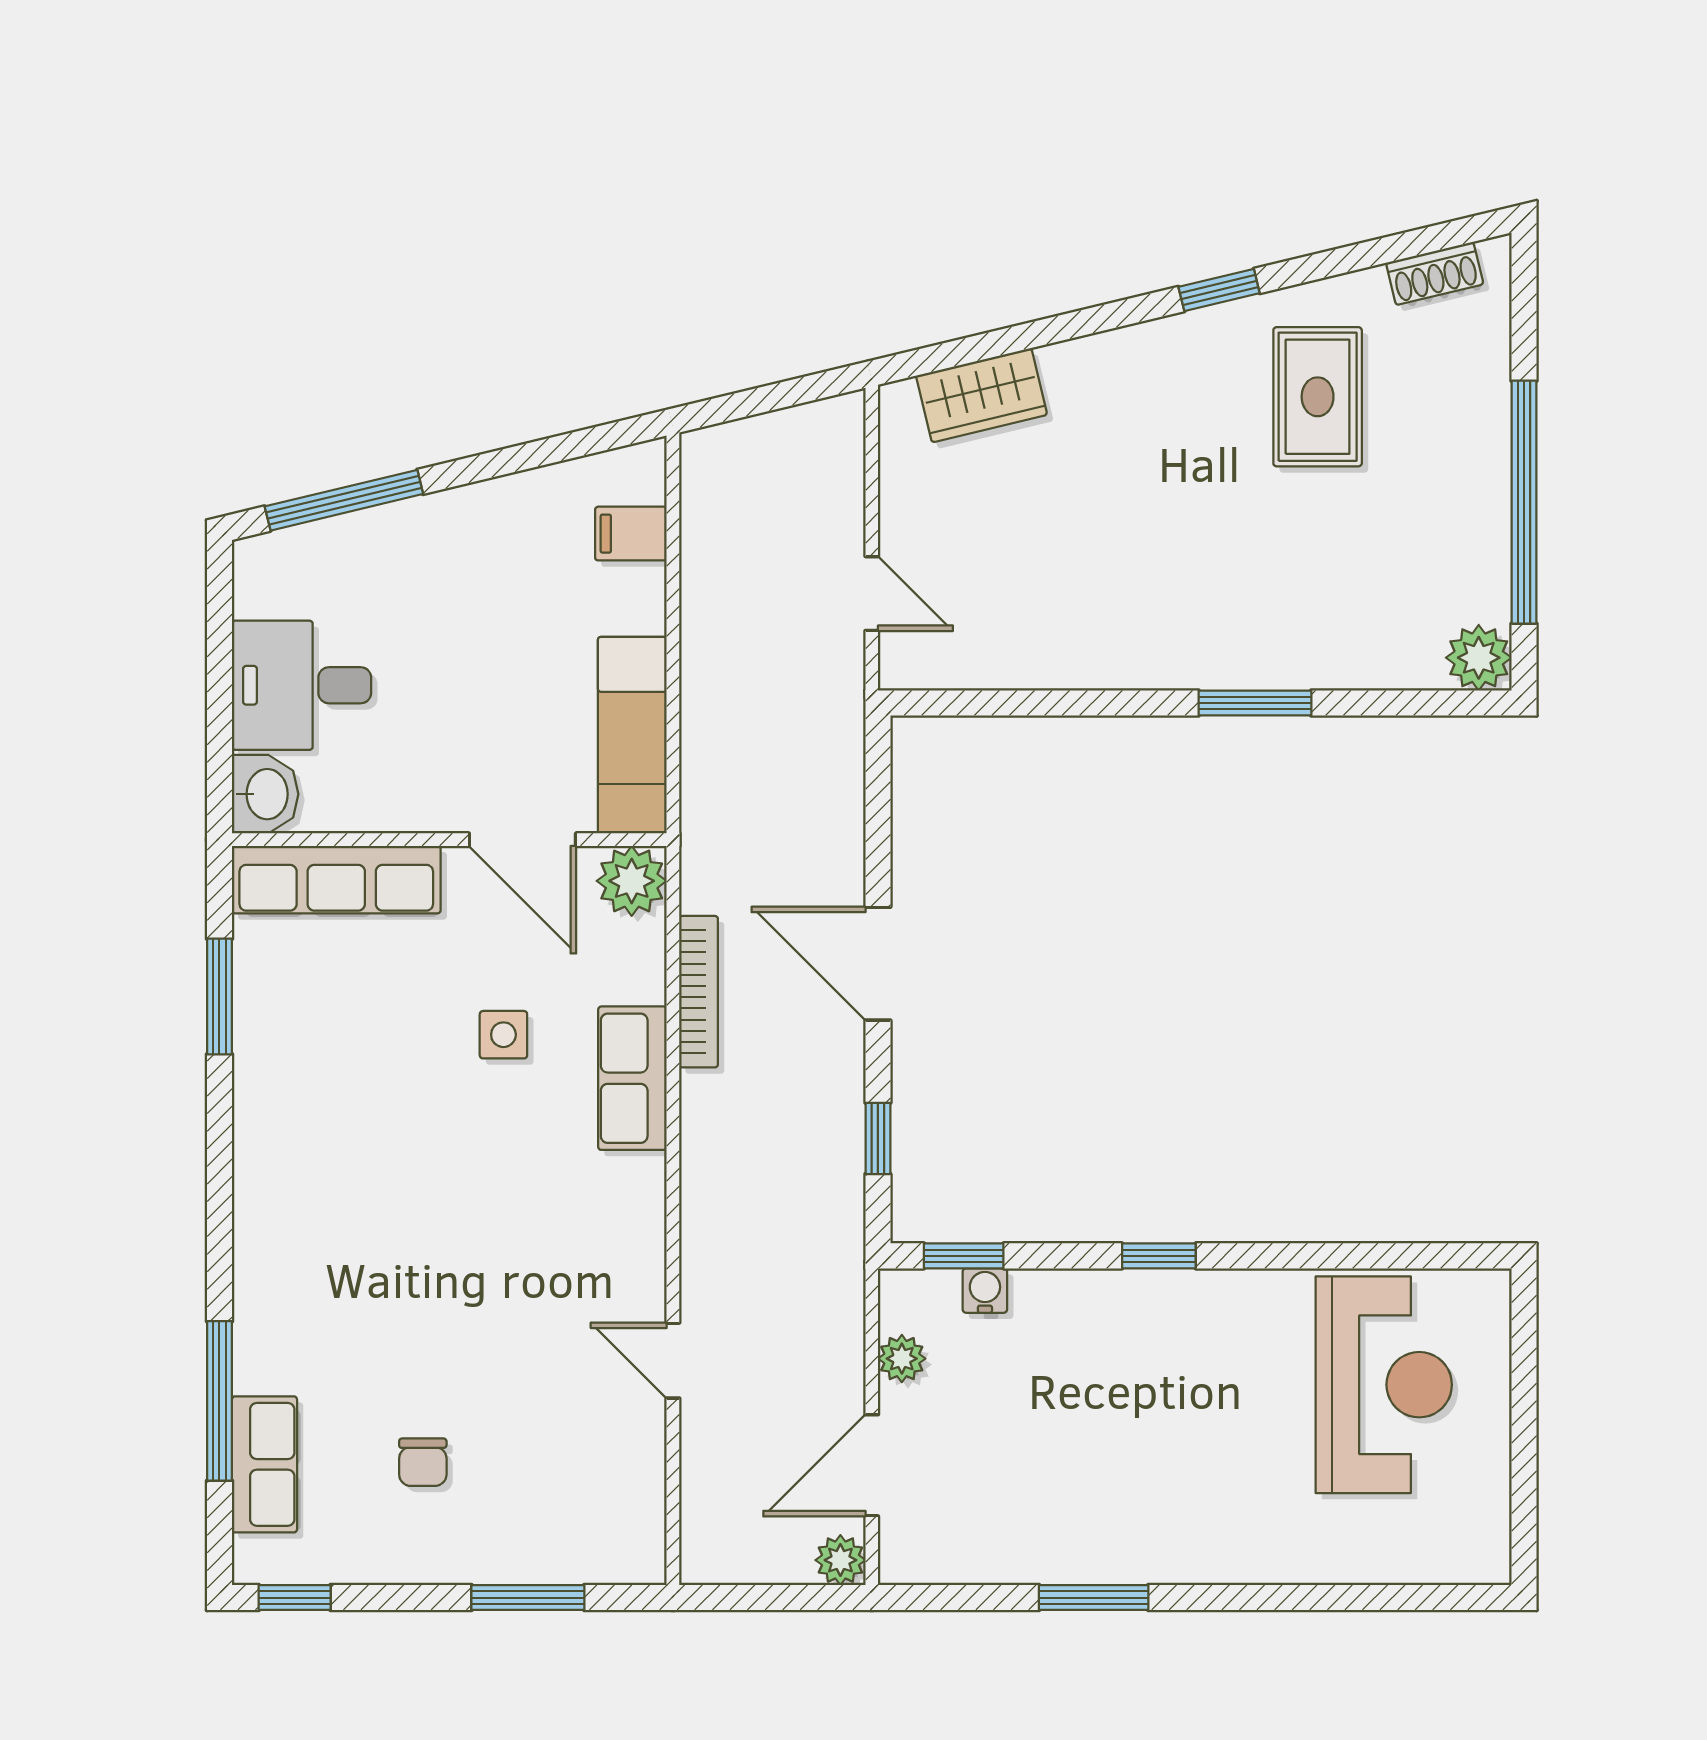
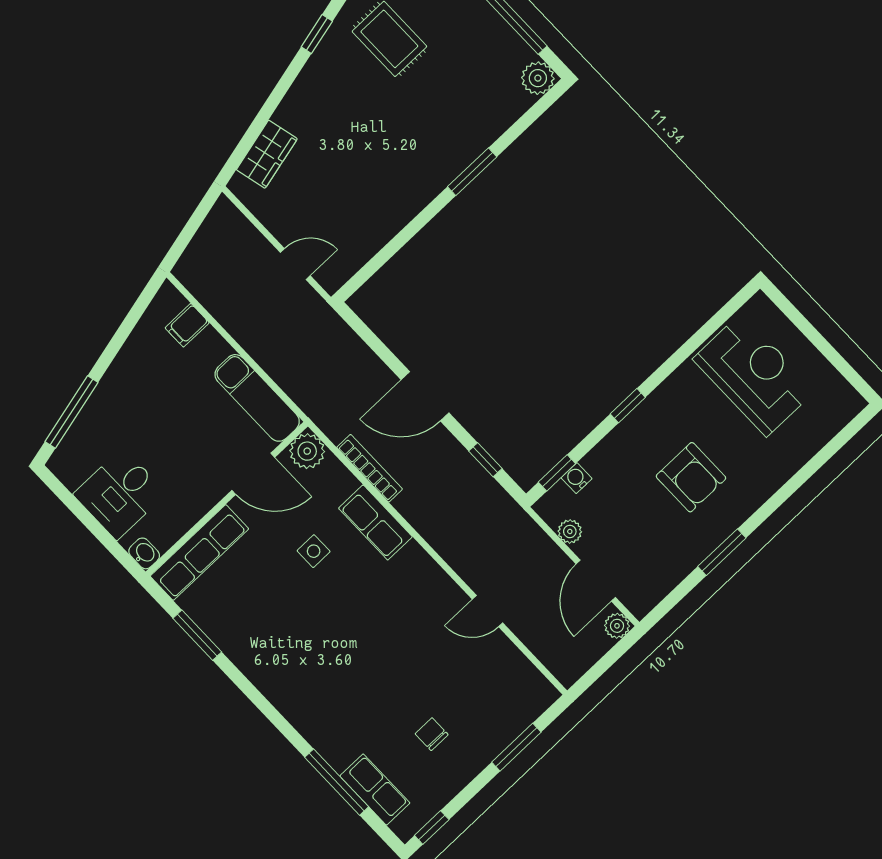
washbasin: (265, 794) -> (144, 553), width x0.72, depth x0.69
armchair: (1152, 1446) -> (691, 477), added
chair: (423, 1462) -> (432, 734), turned 180

